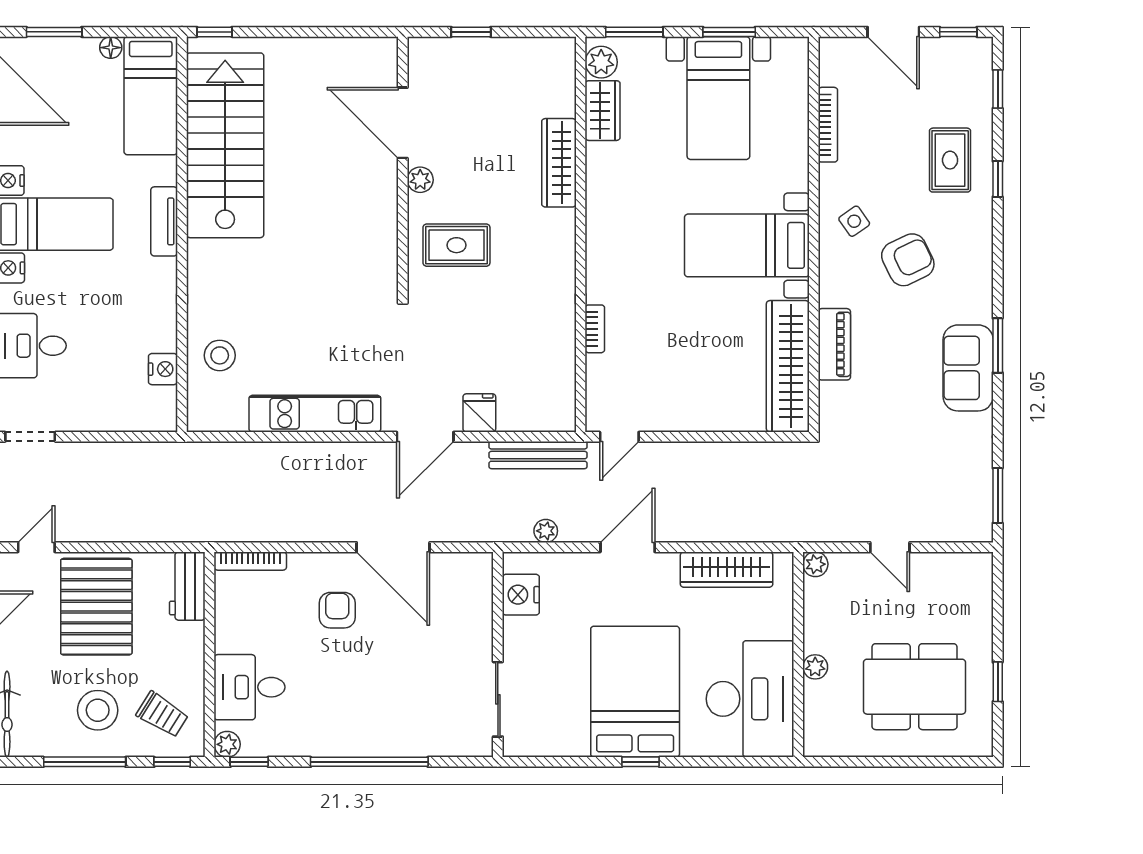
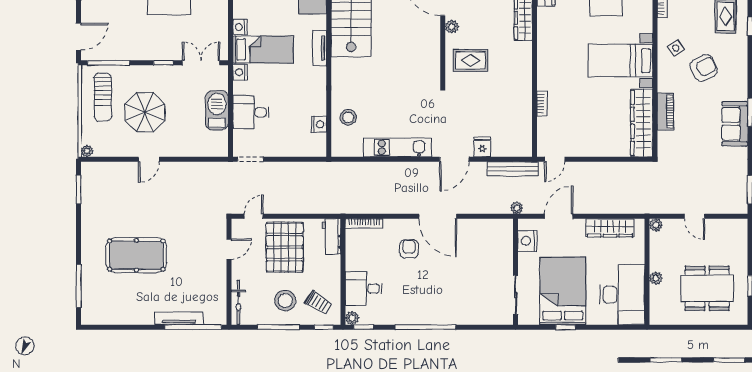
nightstand: (521, 595) -> (527, 241), moved
wall: (498, 654) -> (516, 272), moved
sliding door: (498, 699) -> (516, 295), moved

